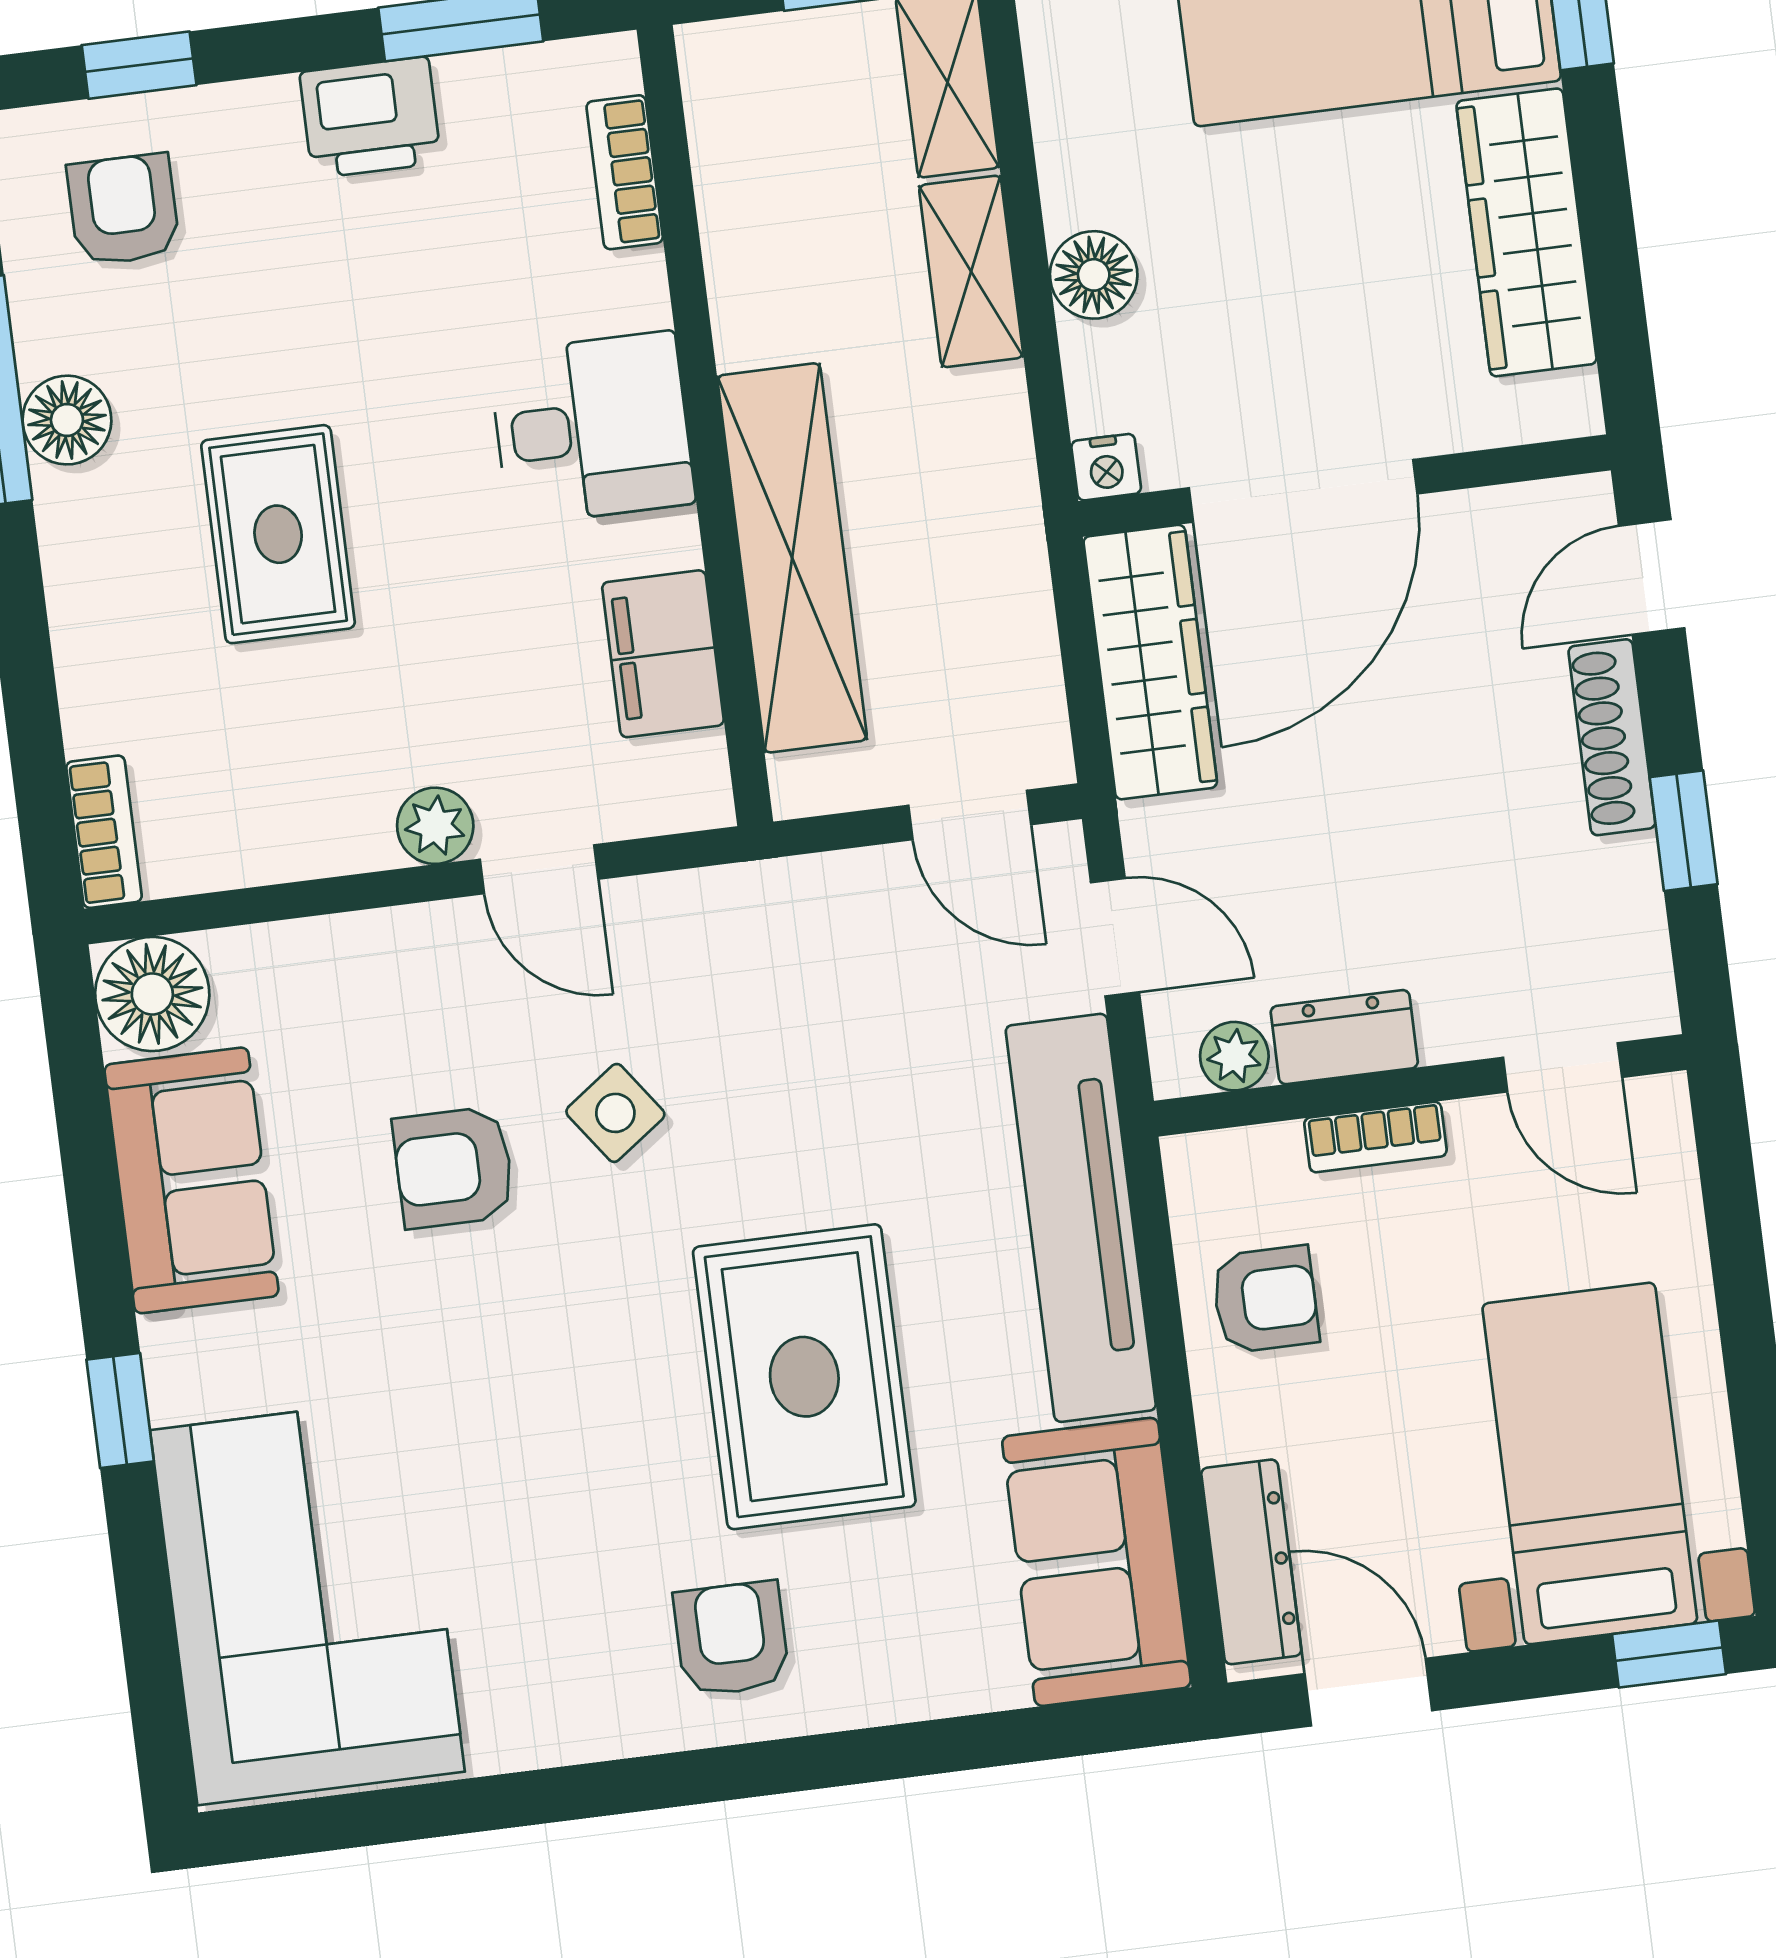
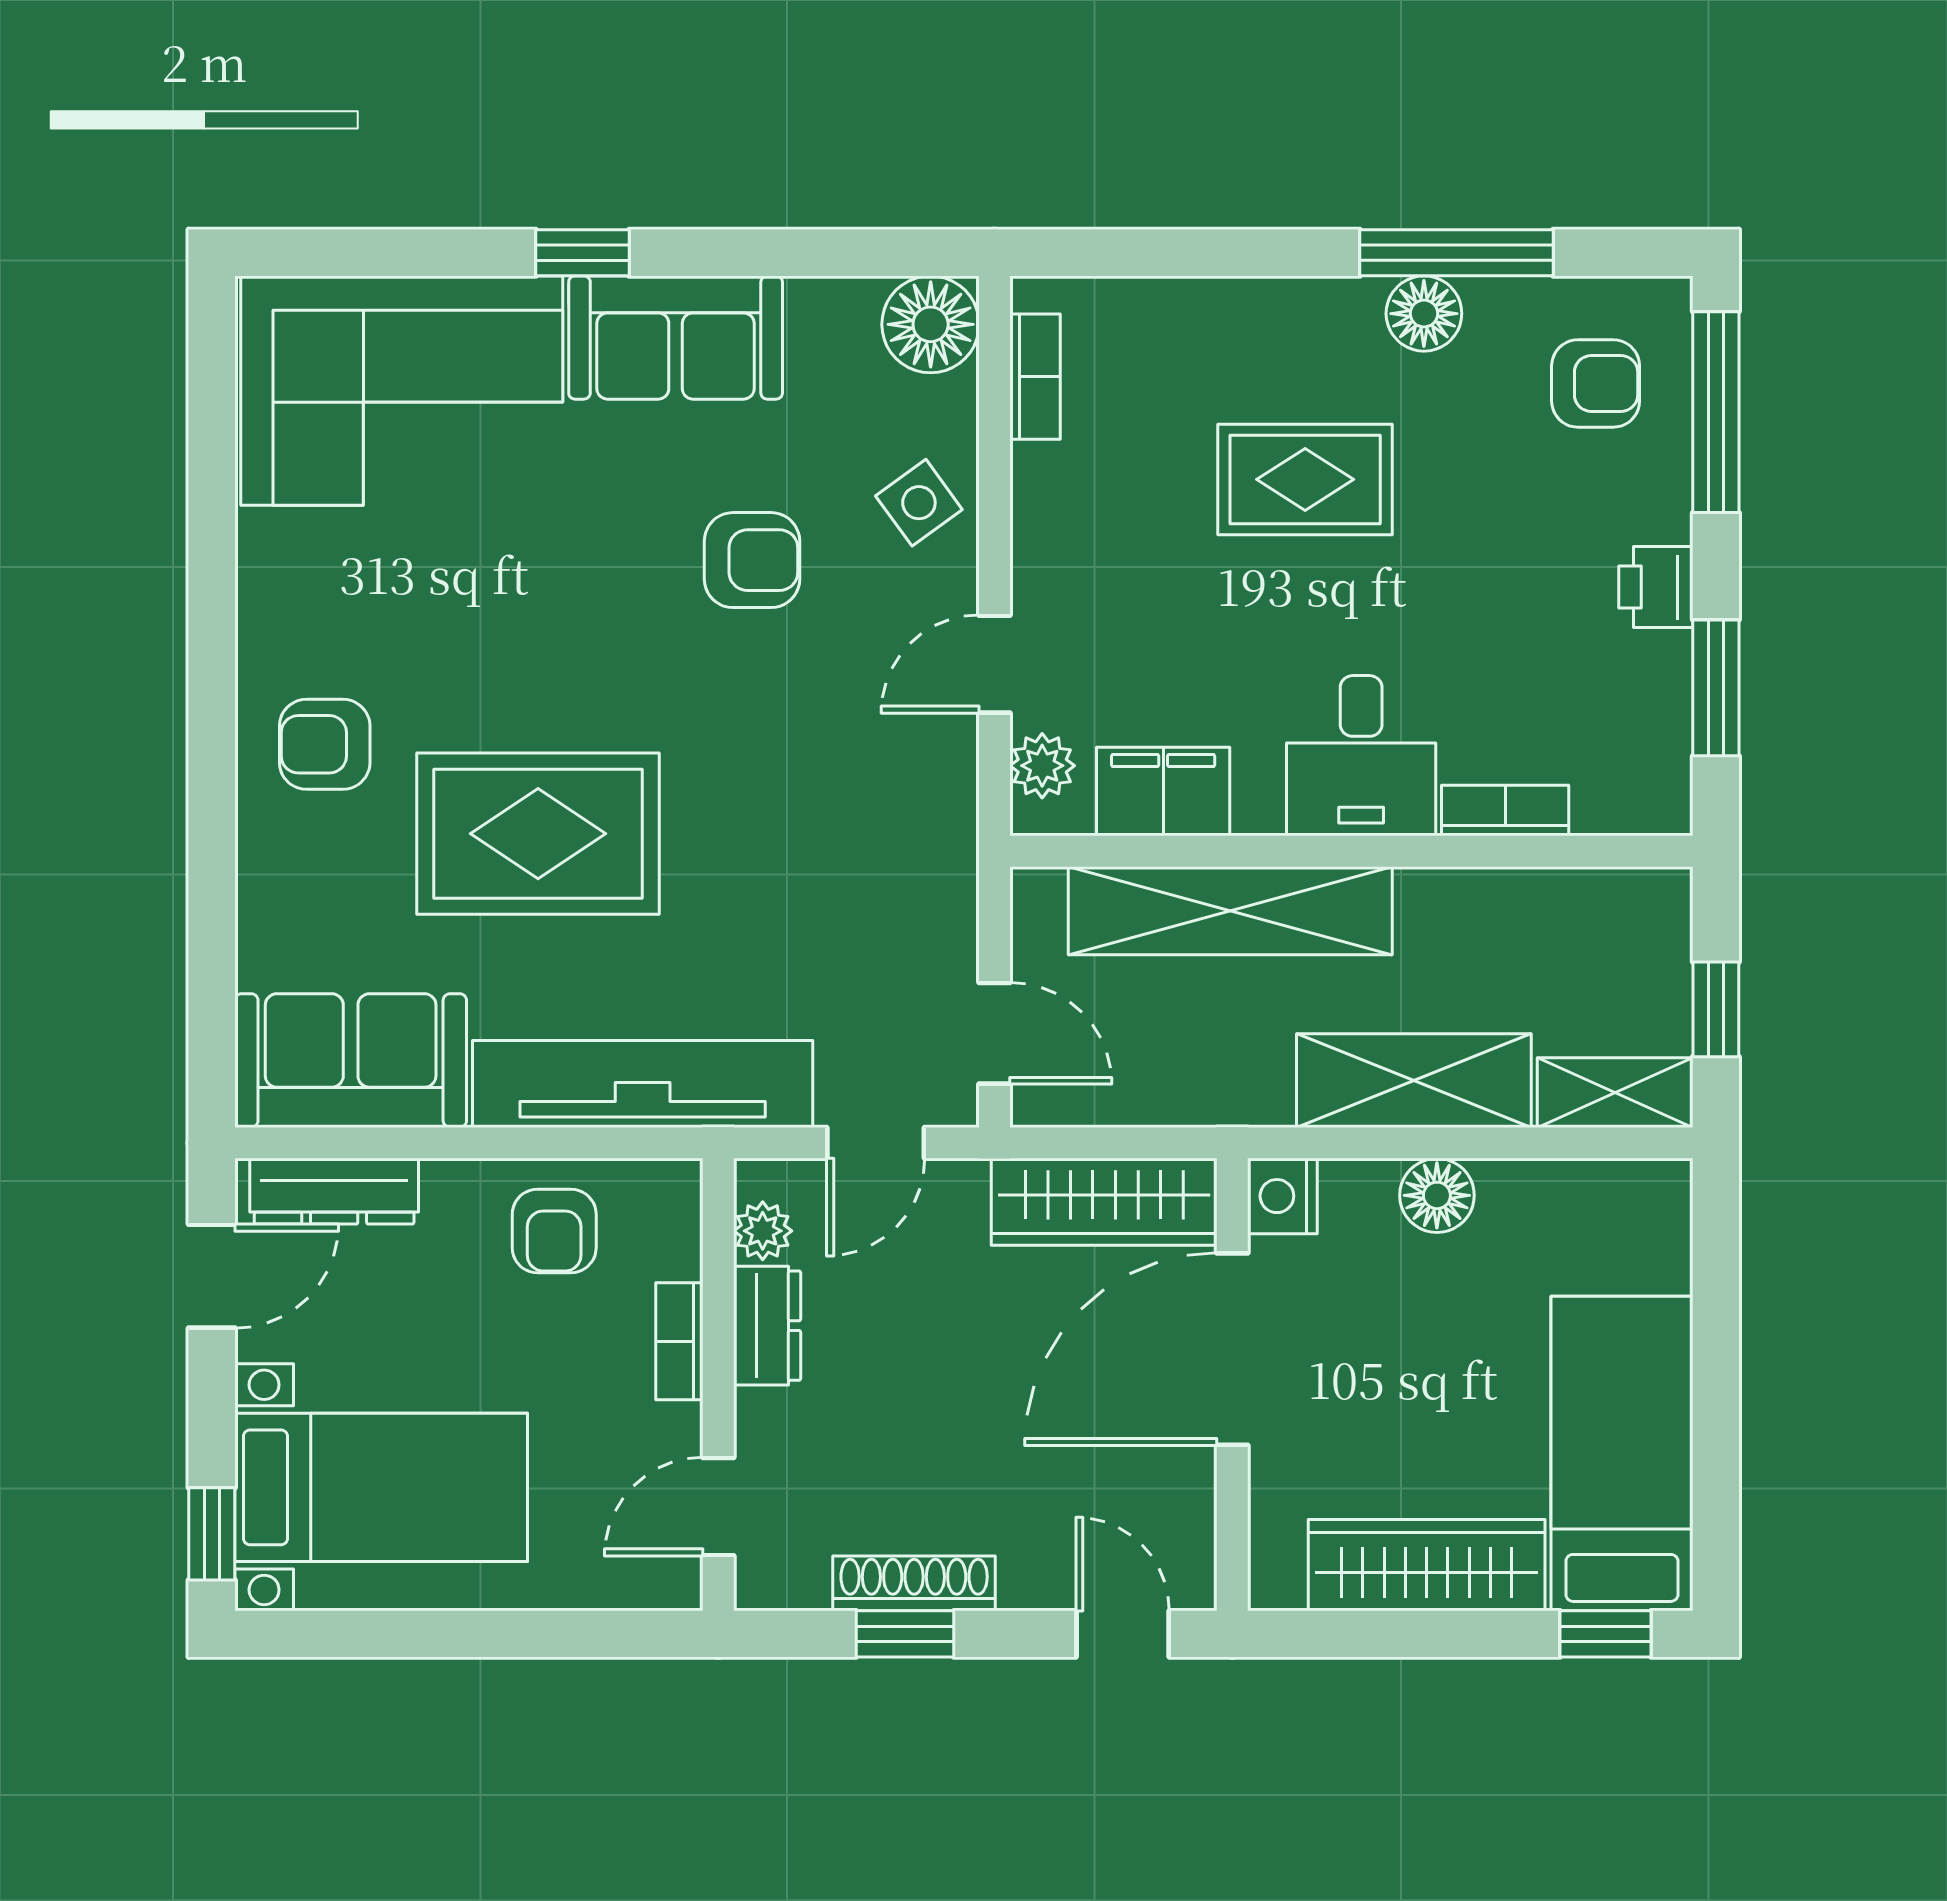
window: (139, 65) -> (1716, 412), width x2.17
printer: (370, 117) -> (1656, 587), width x0.73, depth x0.81
bookcase: (625, 172) -> (1505, 811), moved
shelving: (971, 271) -> (1414, 1081), width x1.50, depth x1.33
nightstand: (1106, 467) -> (1282, 1196), width x1.39, depth x1.35
door: (1303, 491) -> (1232, 1349), hinge flipped
shoe rack: (1612, 737) -> (914, 1583), moved
door: (970, 815) -> (994, 1033), swing flipped
plant: (435, 826) -> (1042, 766), moved
bookcase: (104, 832) -> (1035, 377), moved, turned -90
side table: (615, 1113) -> (919, 503), moved
armchair: (454, 1167) -> (752, 560), turned 90
sofa: (191, 1180) -> (676, 338), moved
armchair: (731, 1639) -> (325, 744), turned 180

